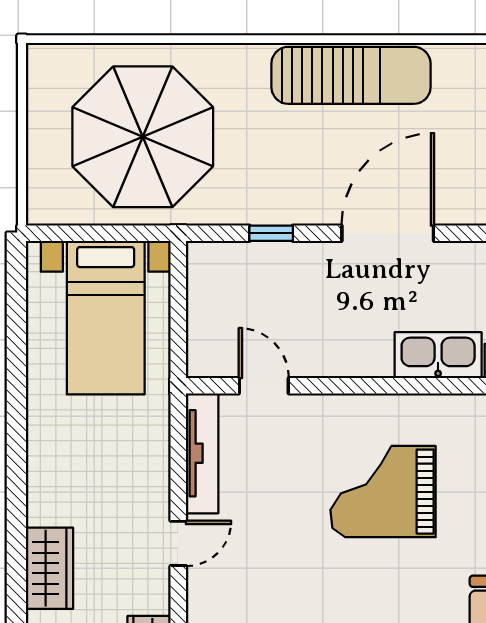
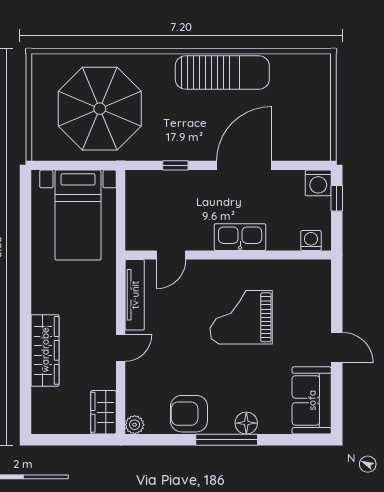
kitchen sink: (438, 355) -> (240, 237), moved
door: (264, 386) -> (171, 255), swing flipped
wardrobe: (49, 568) -> (45, 350), width x1.50

